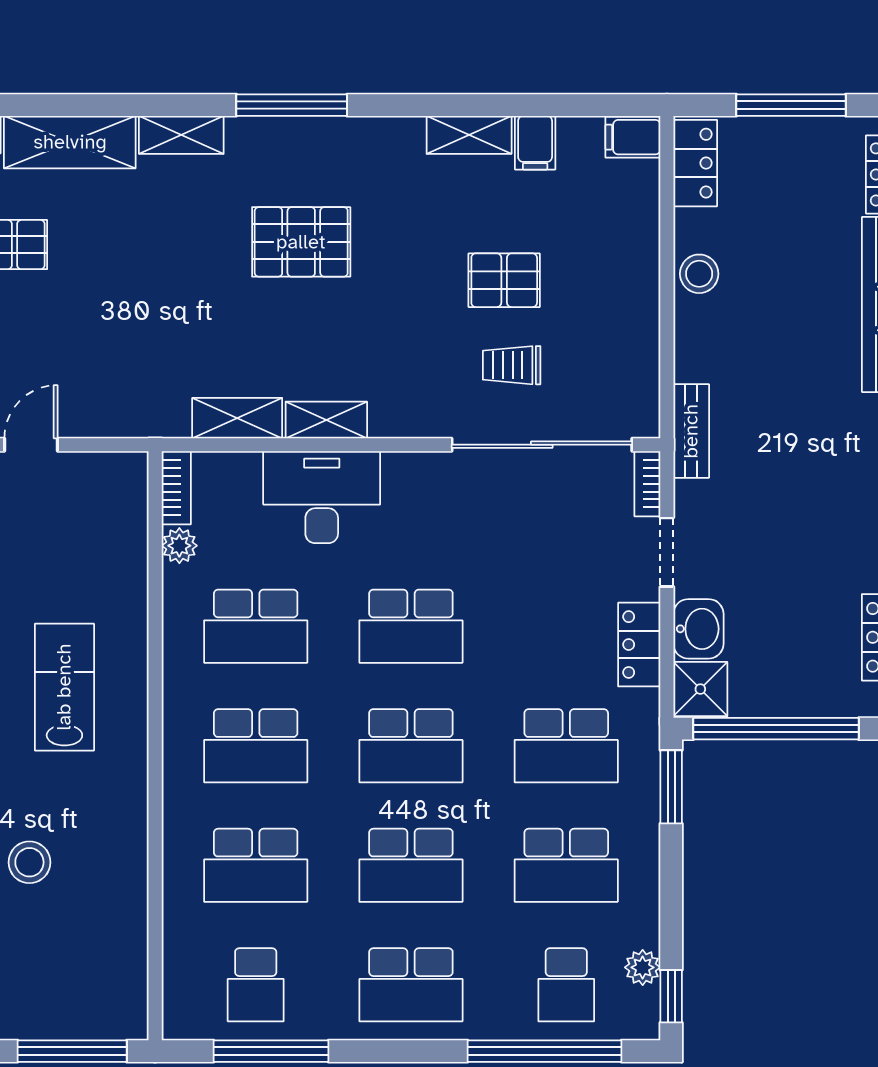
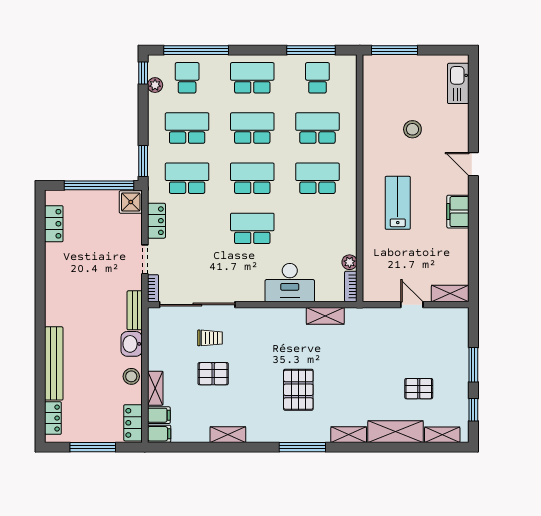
filing cabinet: (535, 143) -> (159, 415), moved, turned 90
pallet: (301, 242) -> (298, 390), turned 90
shelving: (326, 420) -> (155, 388), moved, turned 90
door: (31, 445) -> (412, 305), swing flipped
school desk: (256, 626) -> (317, 228), removed
washbasin: (698, 629) -> (132, 344), moved
lab bench: (64, 687) -> (398, 203), turned 180

